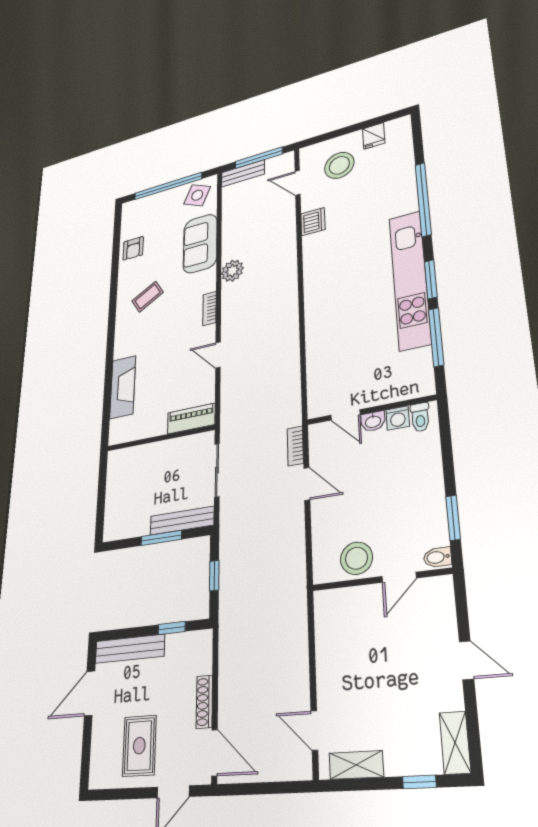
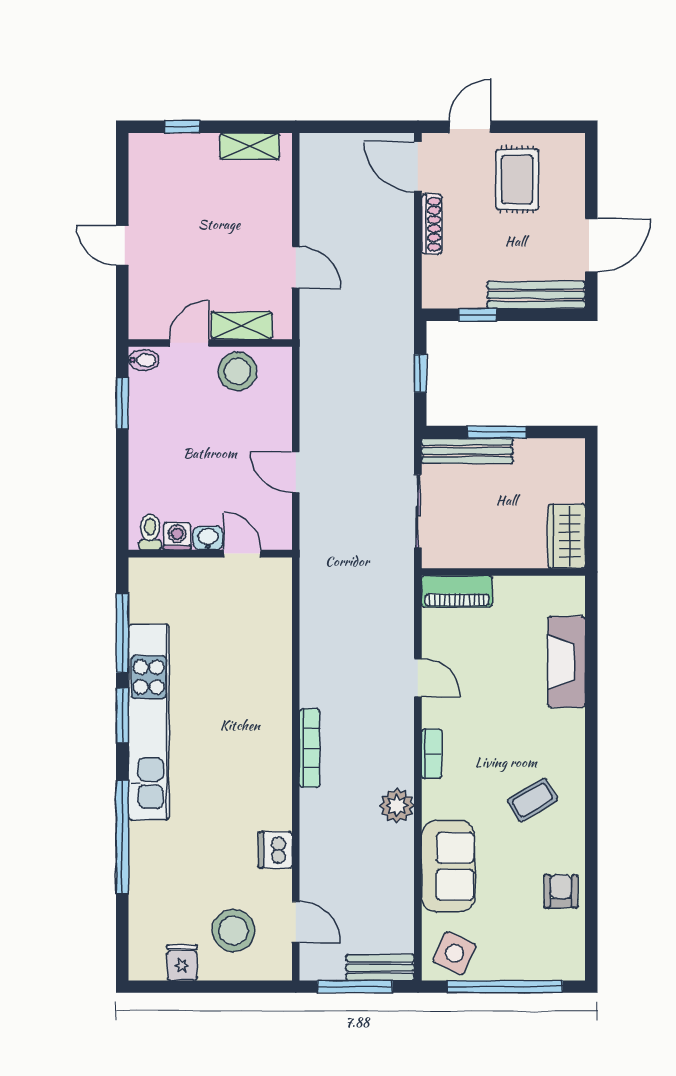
bookcase: (295, 446) -> (310, 748), moved, width x1.56
wardrobe: (118, 471) -> (567, 536), added
door: (314, 730) -> (296, 267), moved
shelving: (455, 743) -> (242, 326), moved, turned 90

